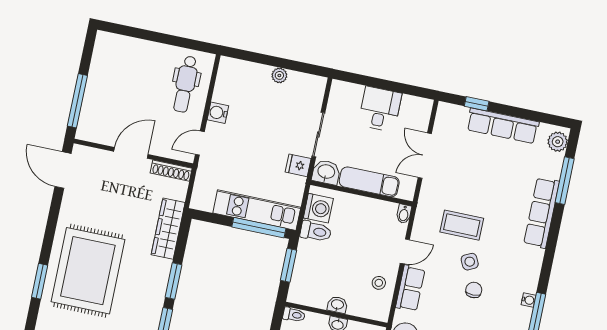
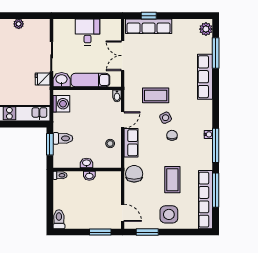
row of seats: (503, 126) -> (149, 26), moved
window: (259, 228) -> (26, 124), removed
toilet: (316, 231) -> (63, 138), moved

